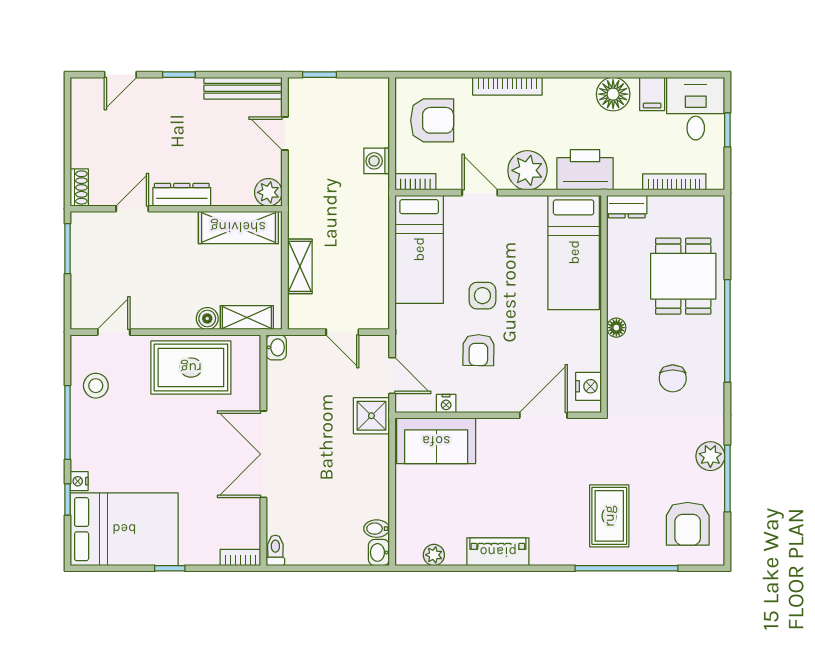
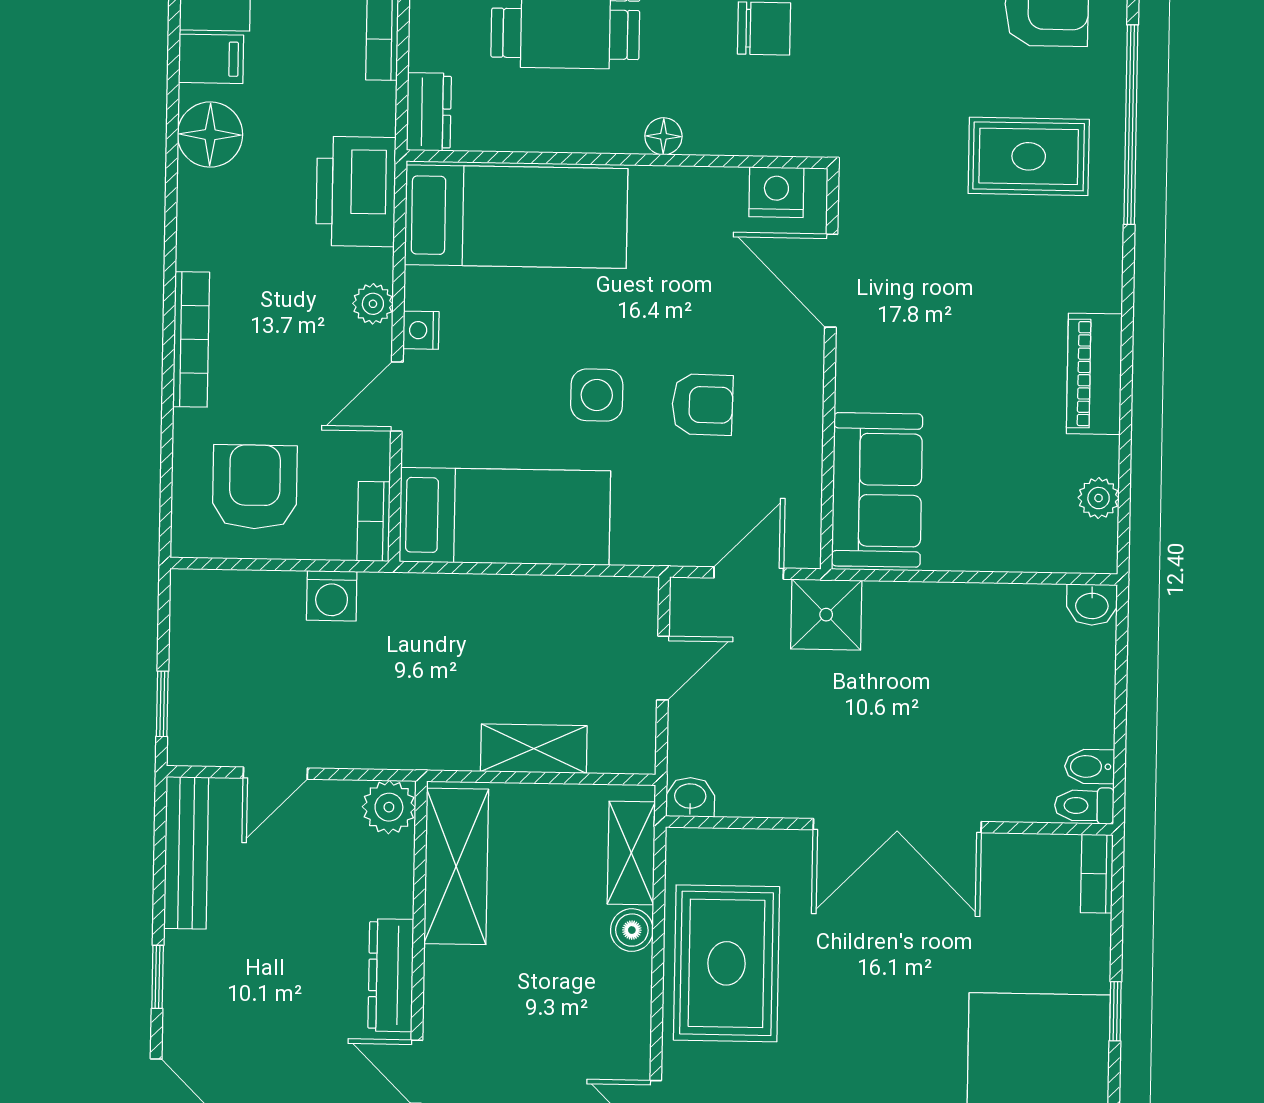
plant: (527, 170) -> (373, 304), width x0.53, depth x0.53
nightstand: (446, 403) -> (421, 330), moved, turned 180
bidet: (377, 529) -> (1089, 766), moved, turned 90

